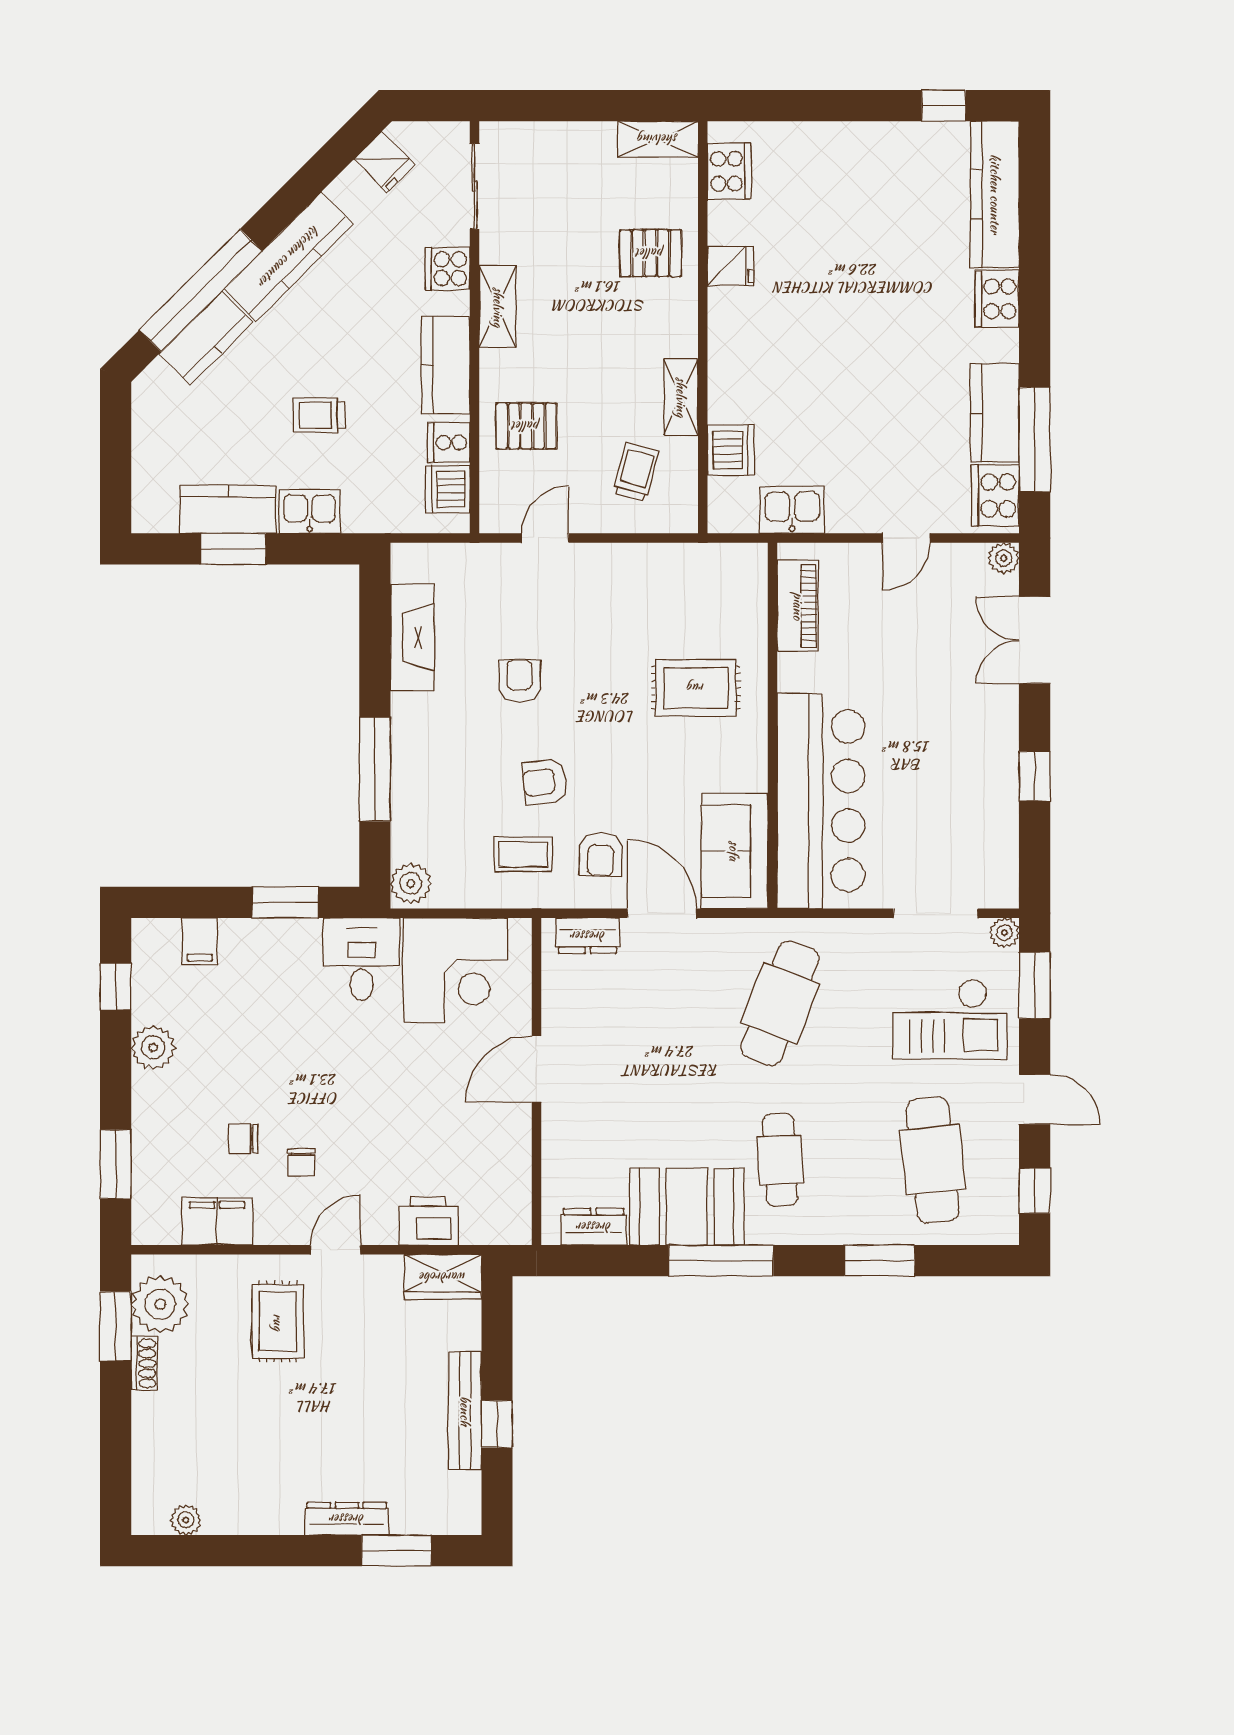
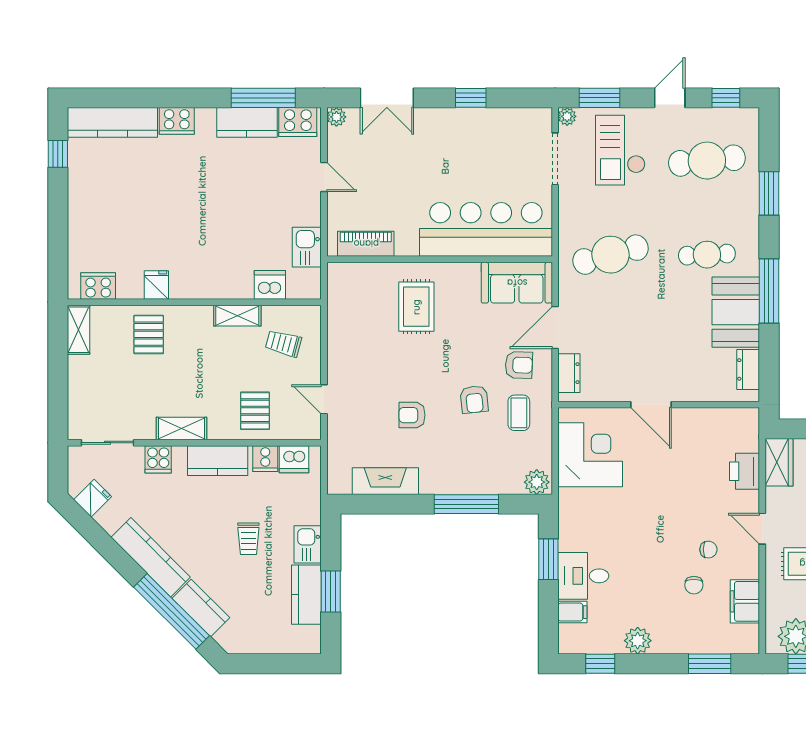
desk: (362, 959) -> (583, 576), moved
cafe table: (780, 1003) -> (611, 255), turned -36
checkout: (950, 1019) -> (620, 150), turned 180

